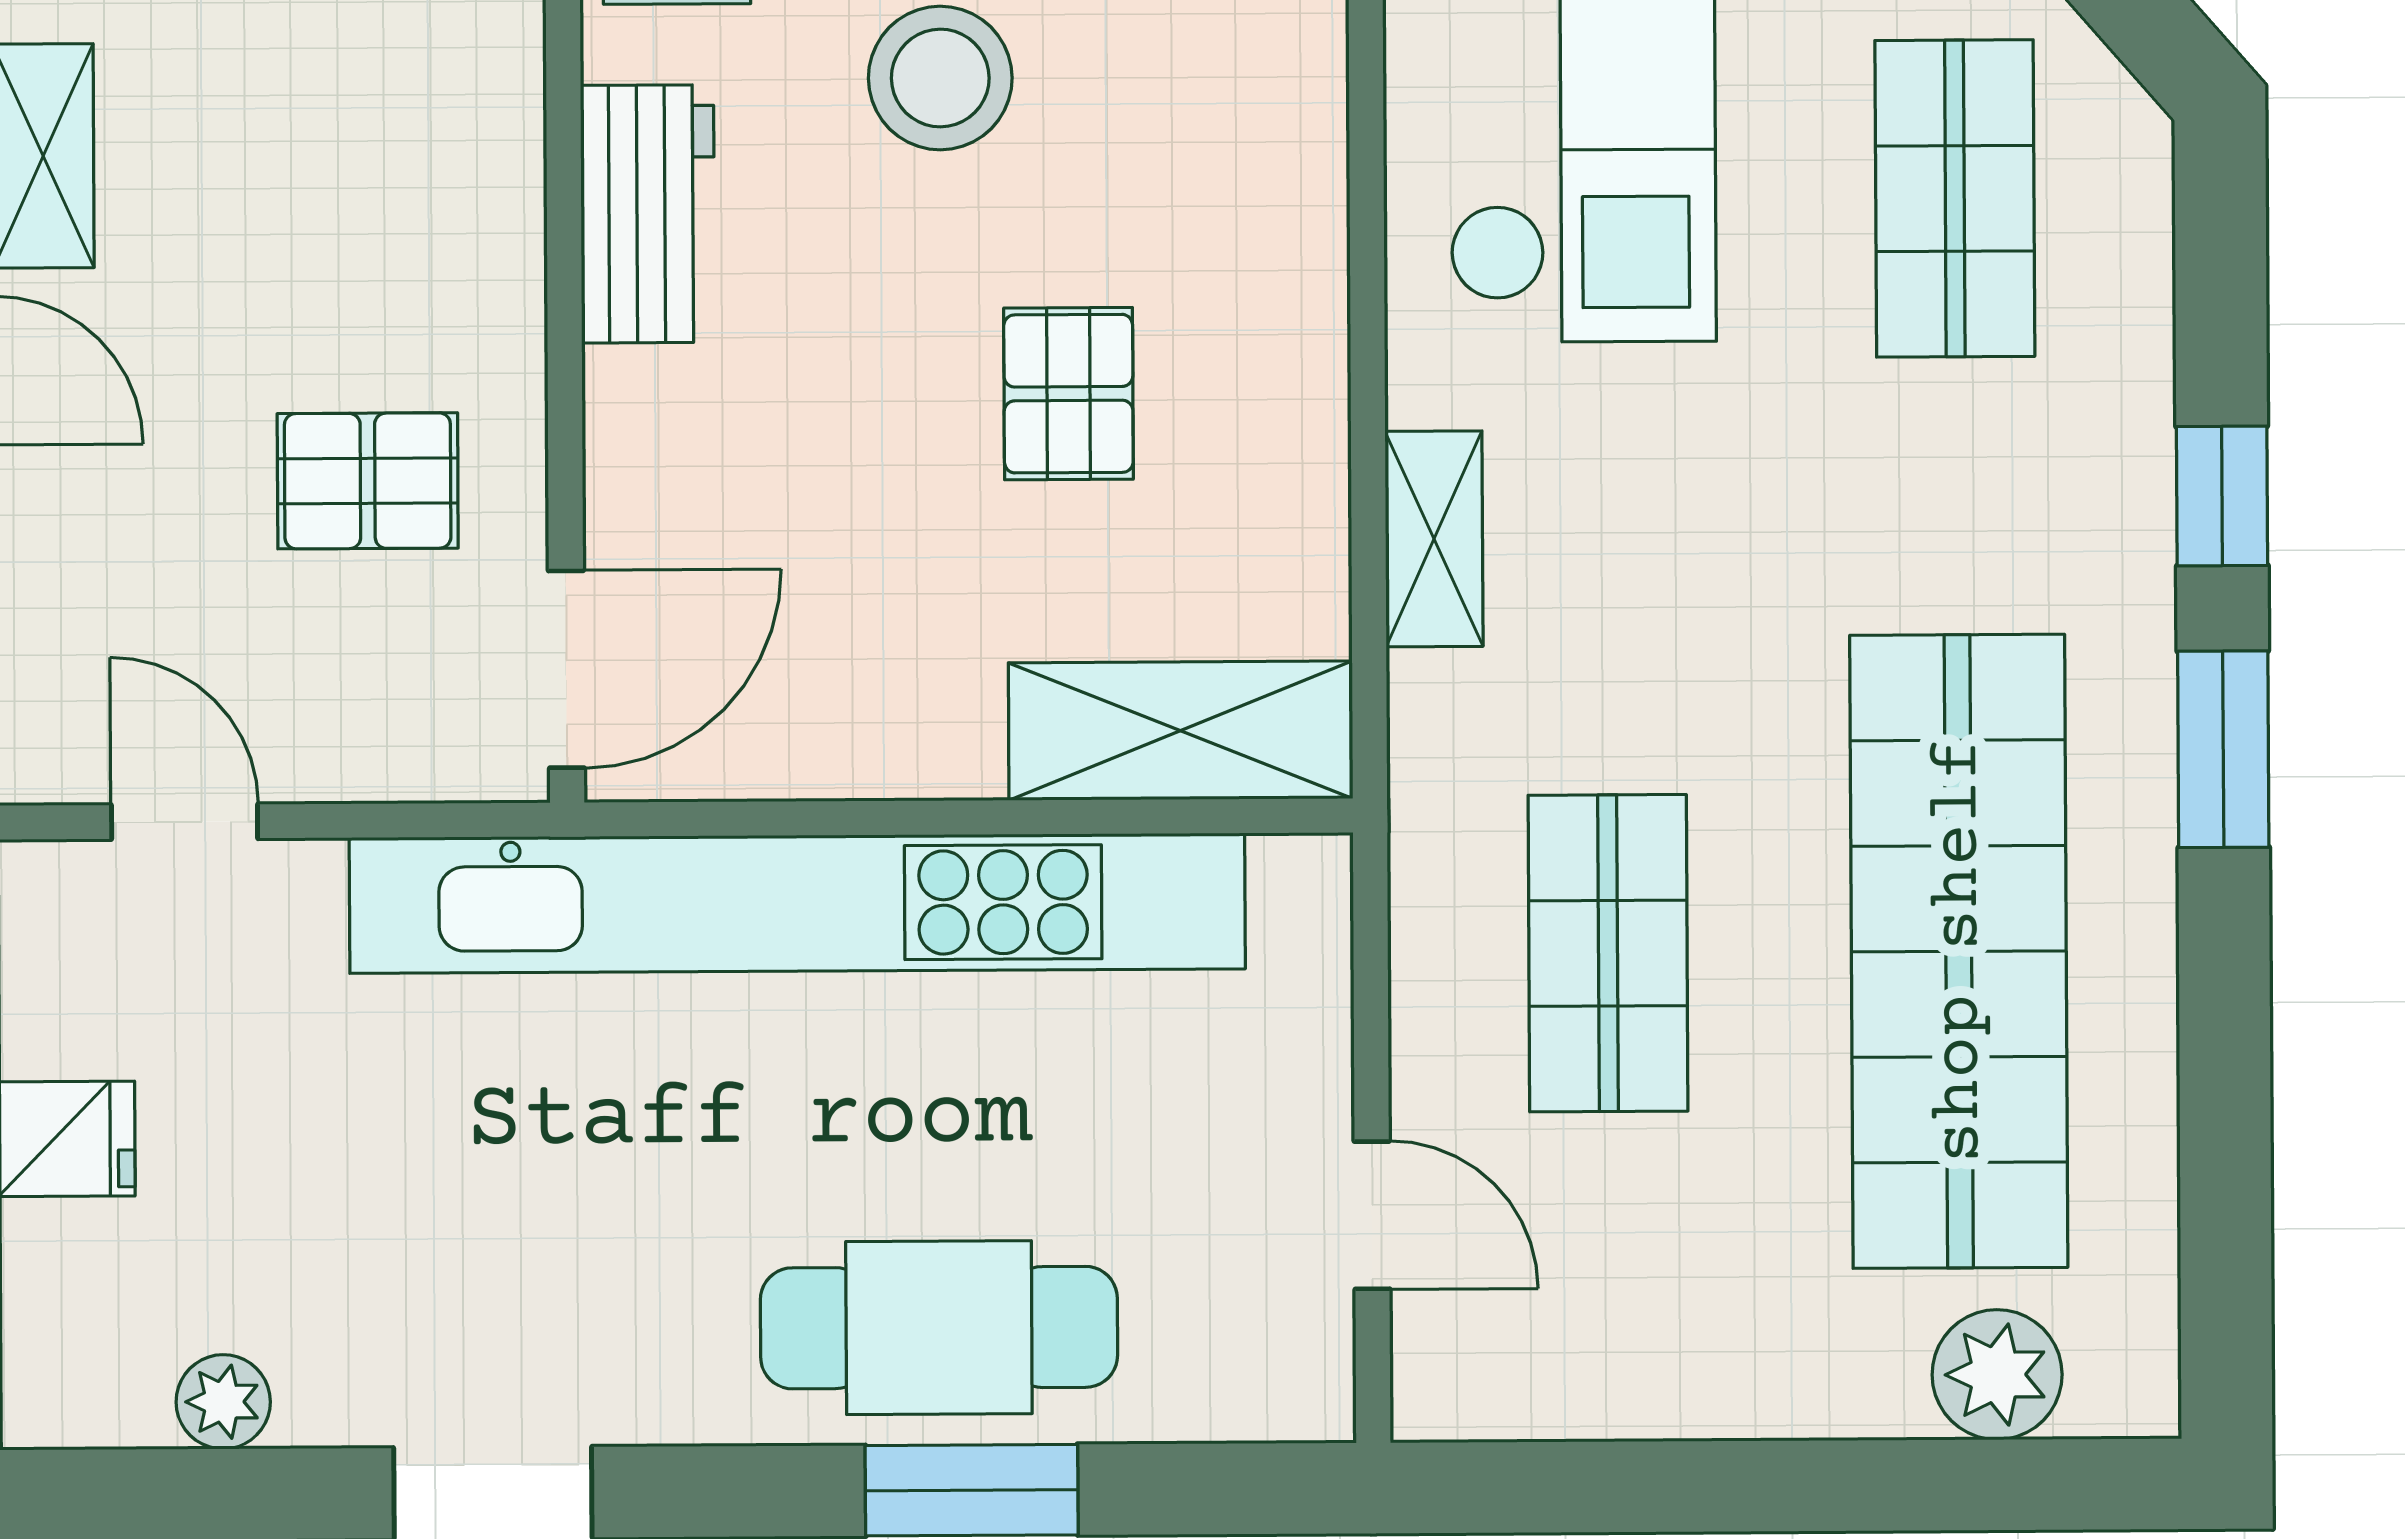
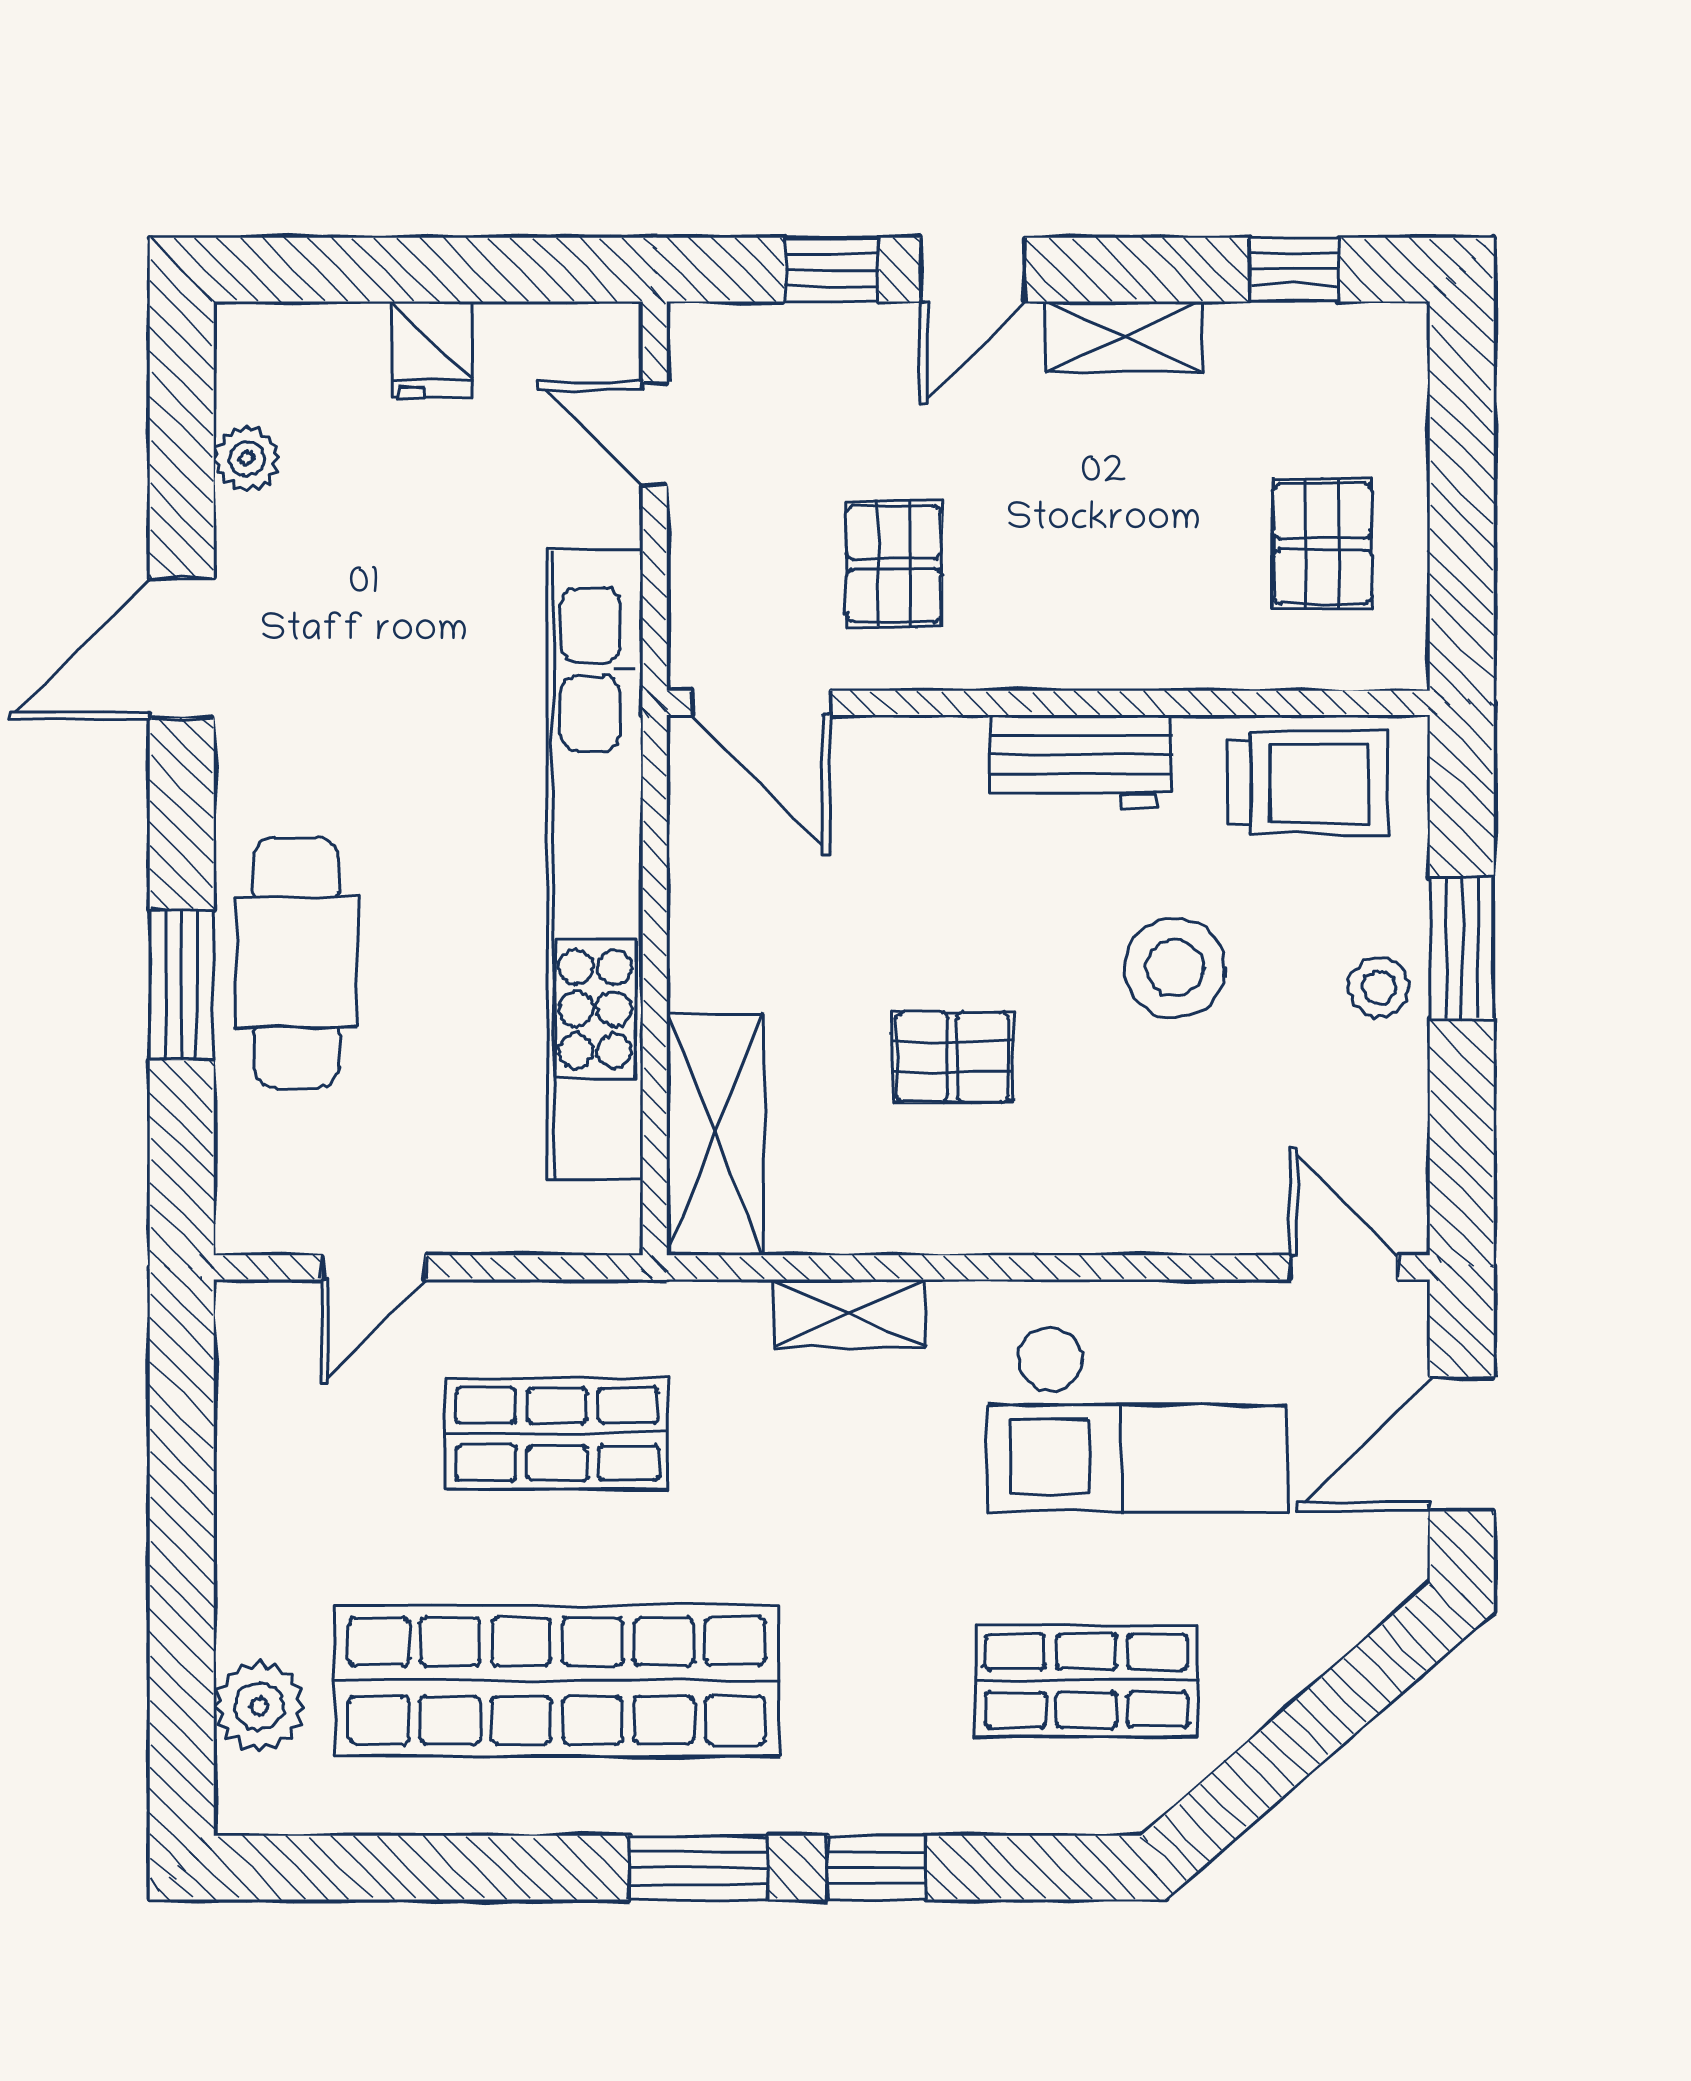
door: (185, 822) -> (655, 434), swing flipped

